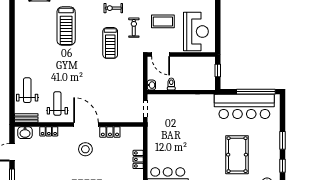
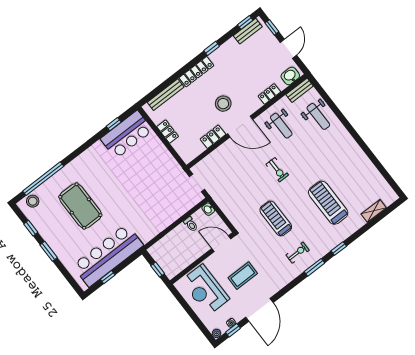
exercise bike: (134, 28) -> (277, 170), moved
window: (256, 92) -> (108, 277), width x0.32

